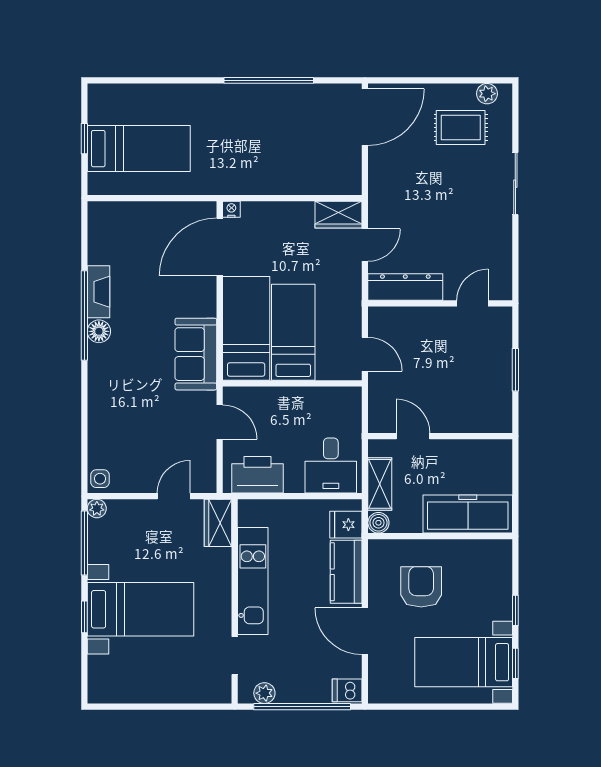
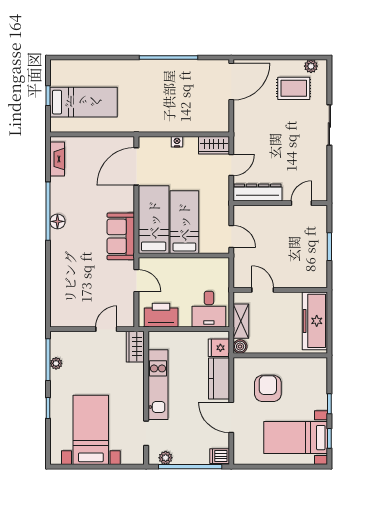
nightstand: (231, 209) -> (177, 142), moved
fireplace: (99, 292) -> (57, 159), moved
side table: (100, 479) -> (58, 318), removed
plant: (97, 509) -> (56, 363), moved
freezer: (468, 514) -> (315, 321), moved, turned -90
bed with nightstands: (141, 609) -> (91, 430), moved, turned -90

